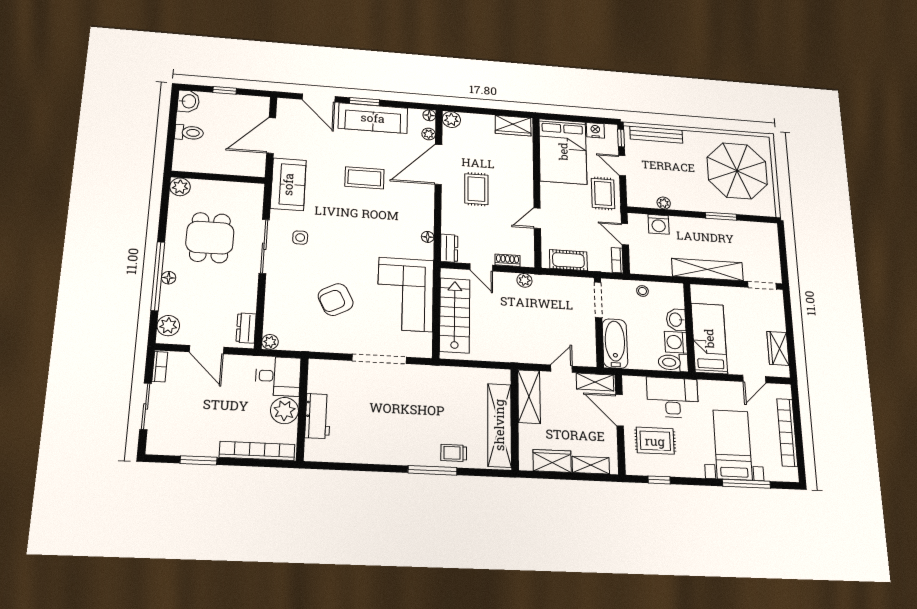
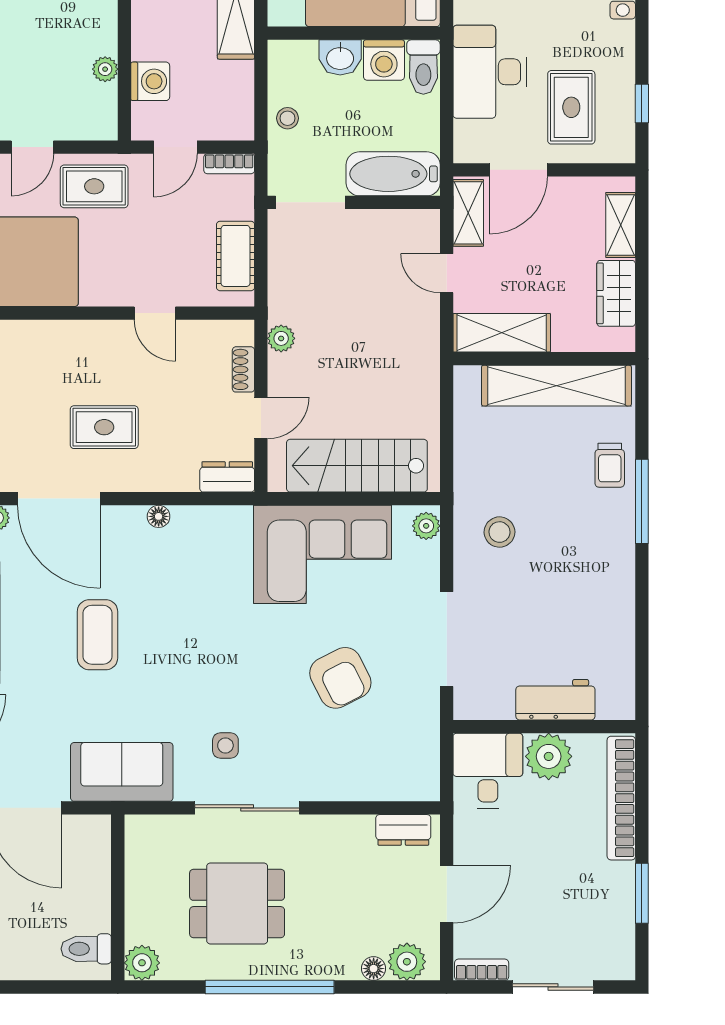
toilet: (189, 133) -> (86, 949), moved, turned -90
floor lamp: (428, 237) -> (159, 516), moved
window: (158, 276) -> (270, 987), moved
floor lamp: (169, 278) -> (374, 969), moved
plant: (270, 342) -> (426, 526), moved
doorway: (379, 359) -> (447, 639), moved
stool: (416, 390) -> (500, 532), added

